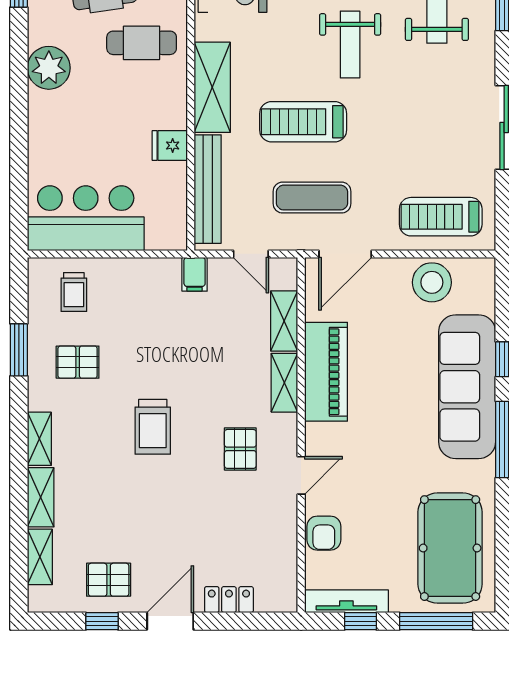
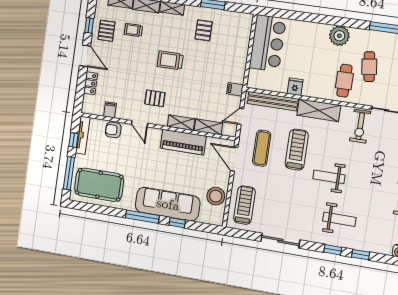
trolley: (74, 292) -> (133, 30), moved
filing cabinet: (281, 547) -> (110, 110), added

